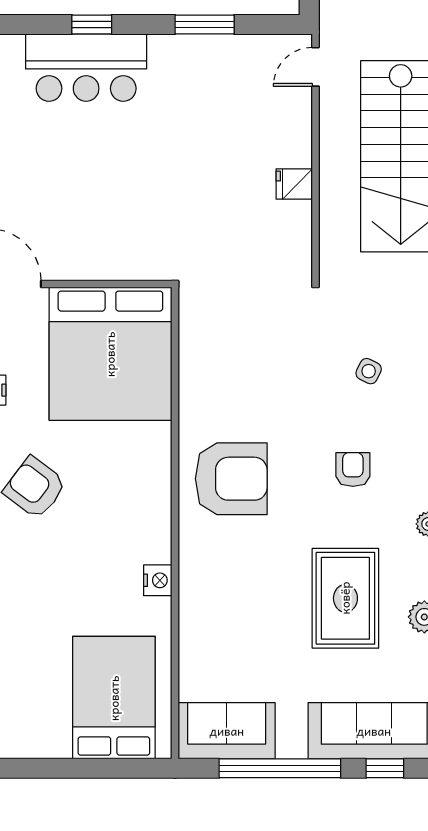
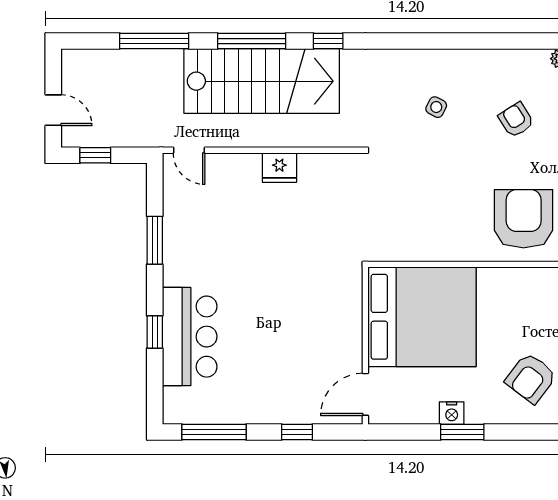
fridge: (294, 184) -> (279, 168), width x1.38
armchair: (353, 469) -> (516, 120), turned 58

